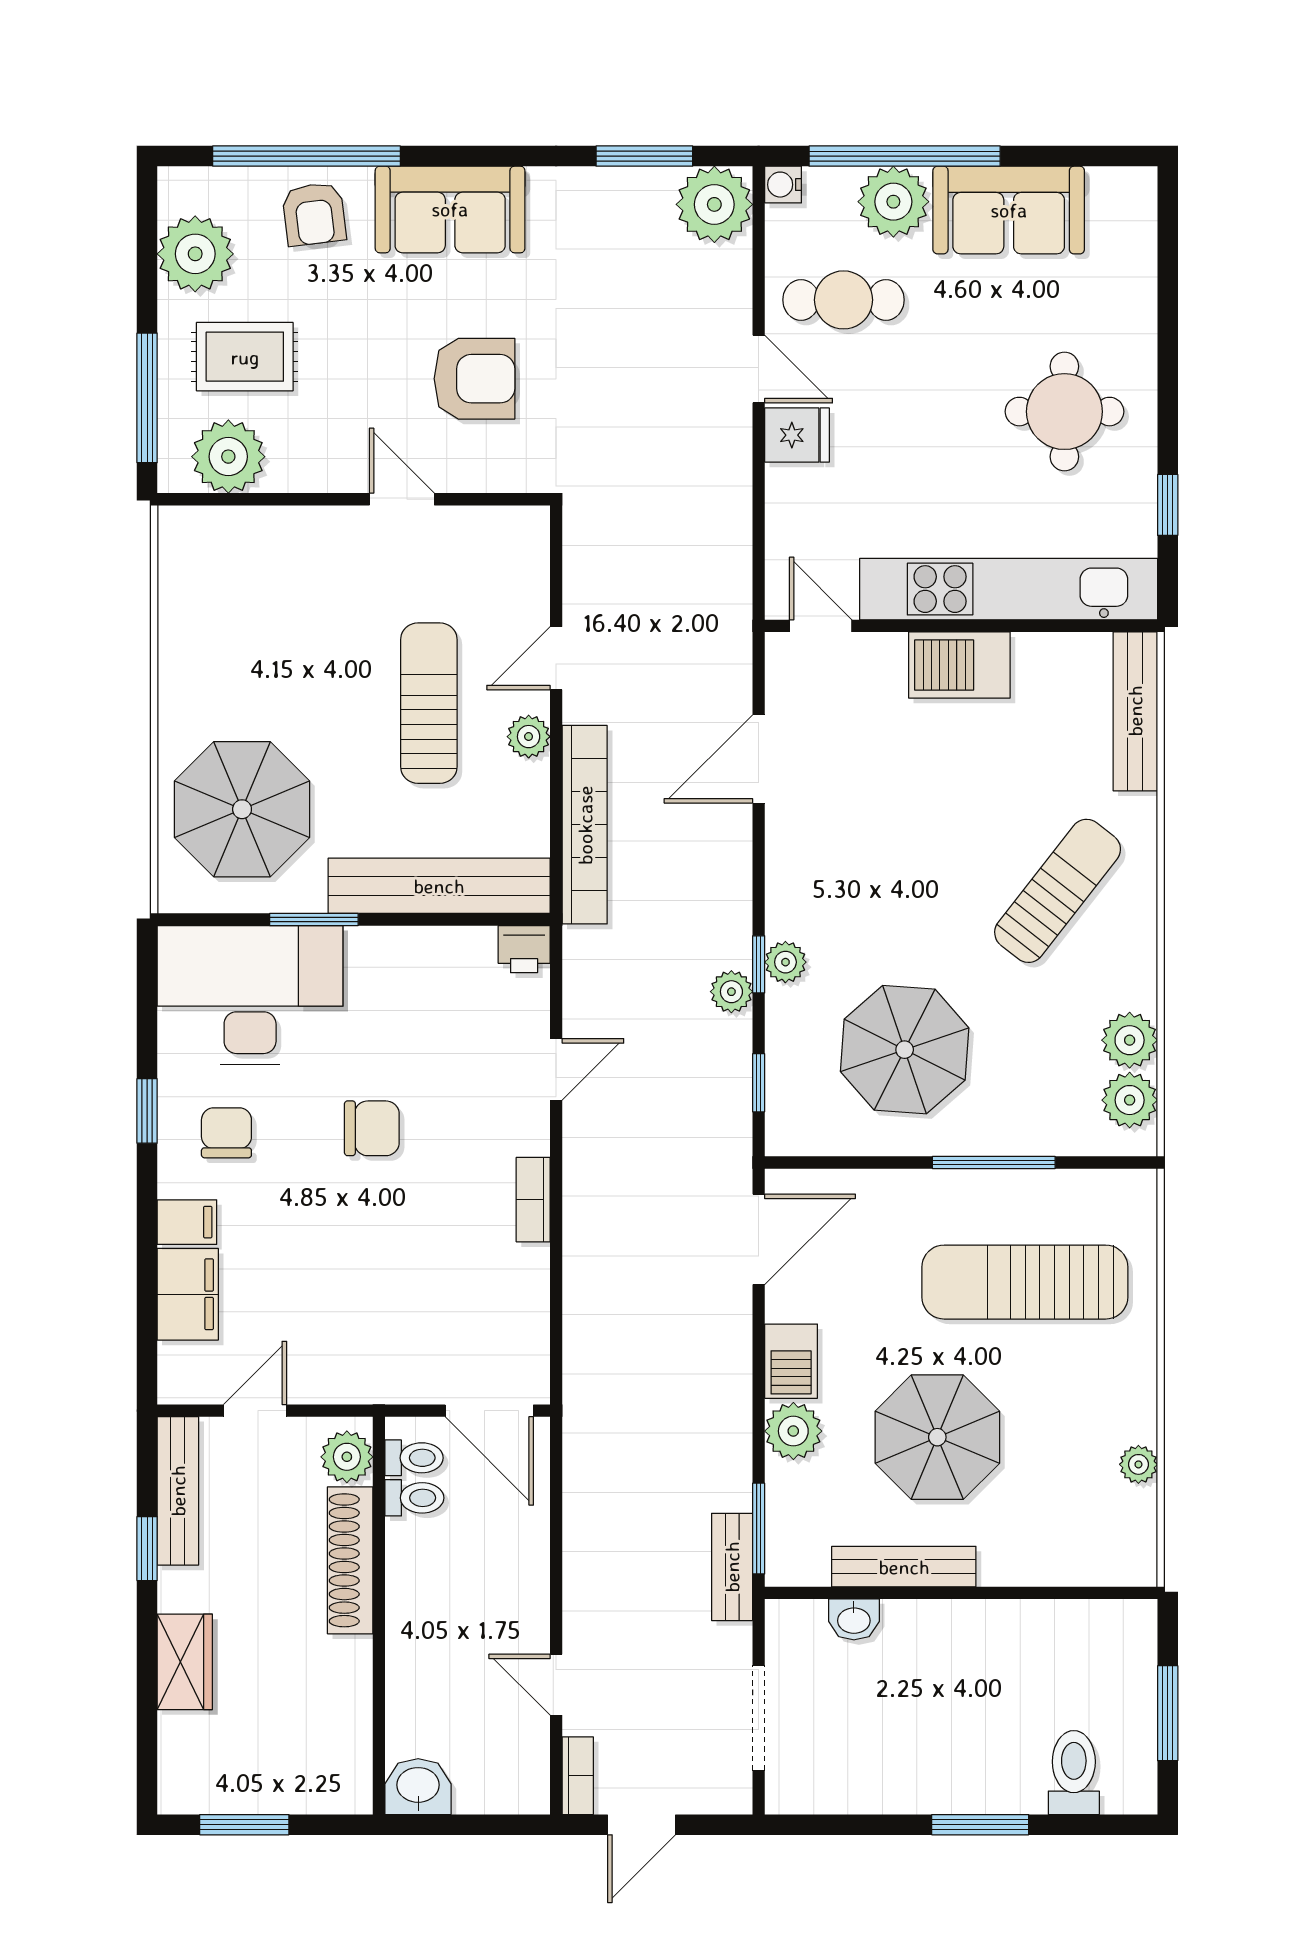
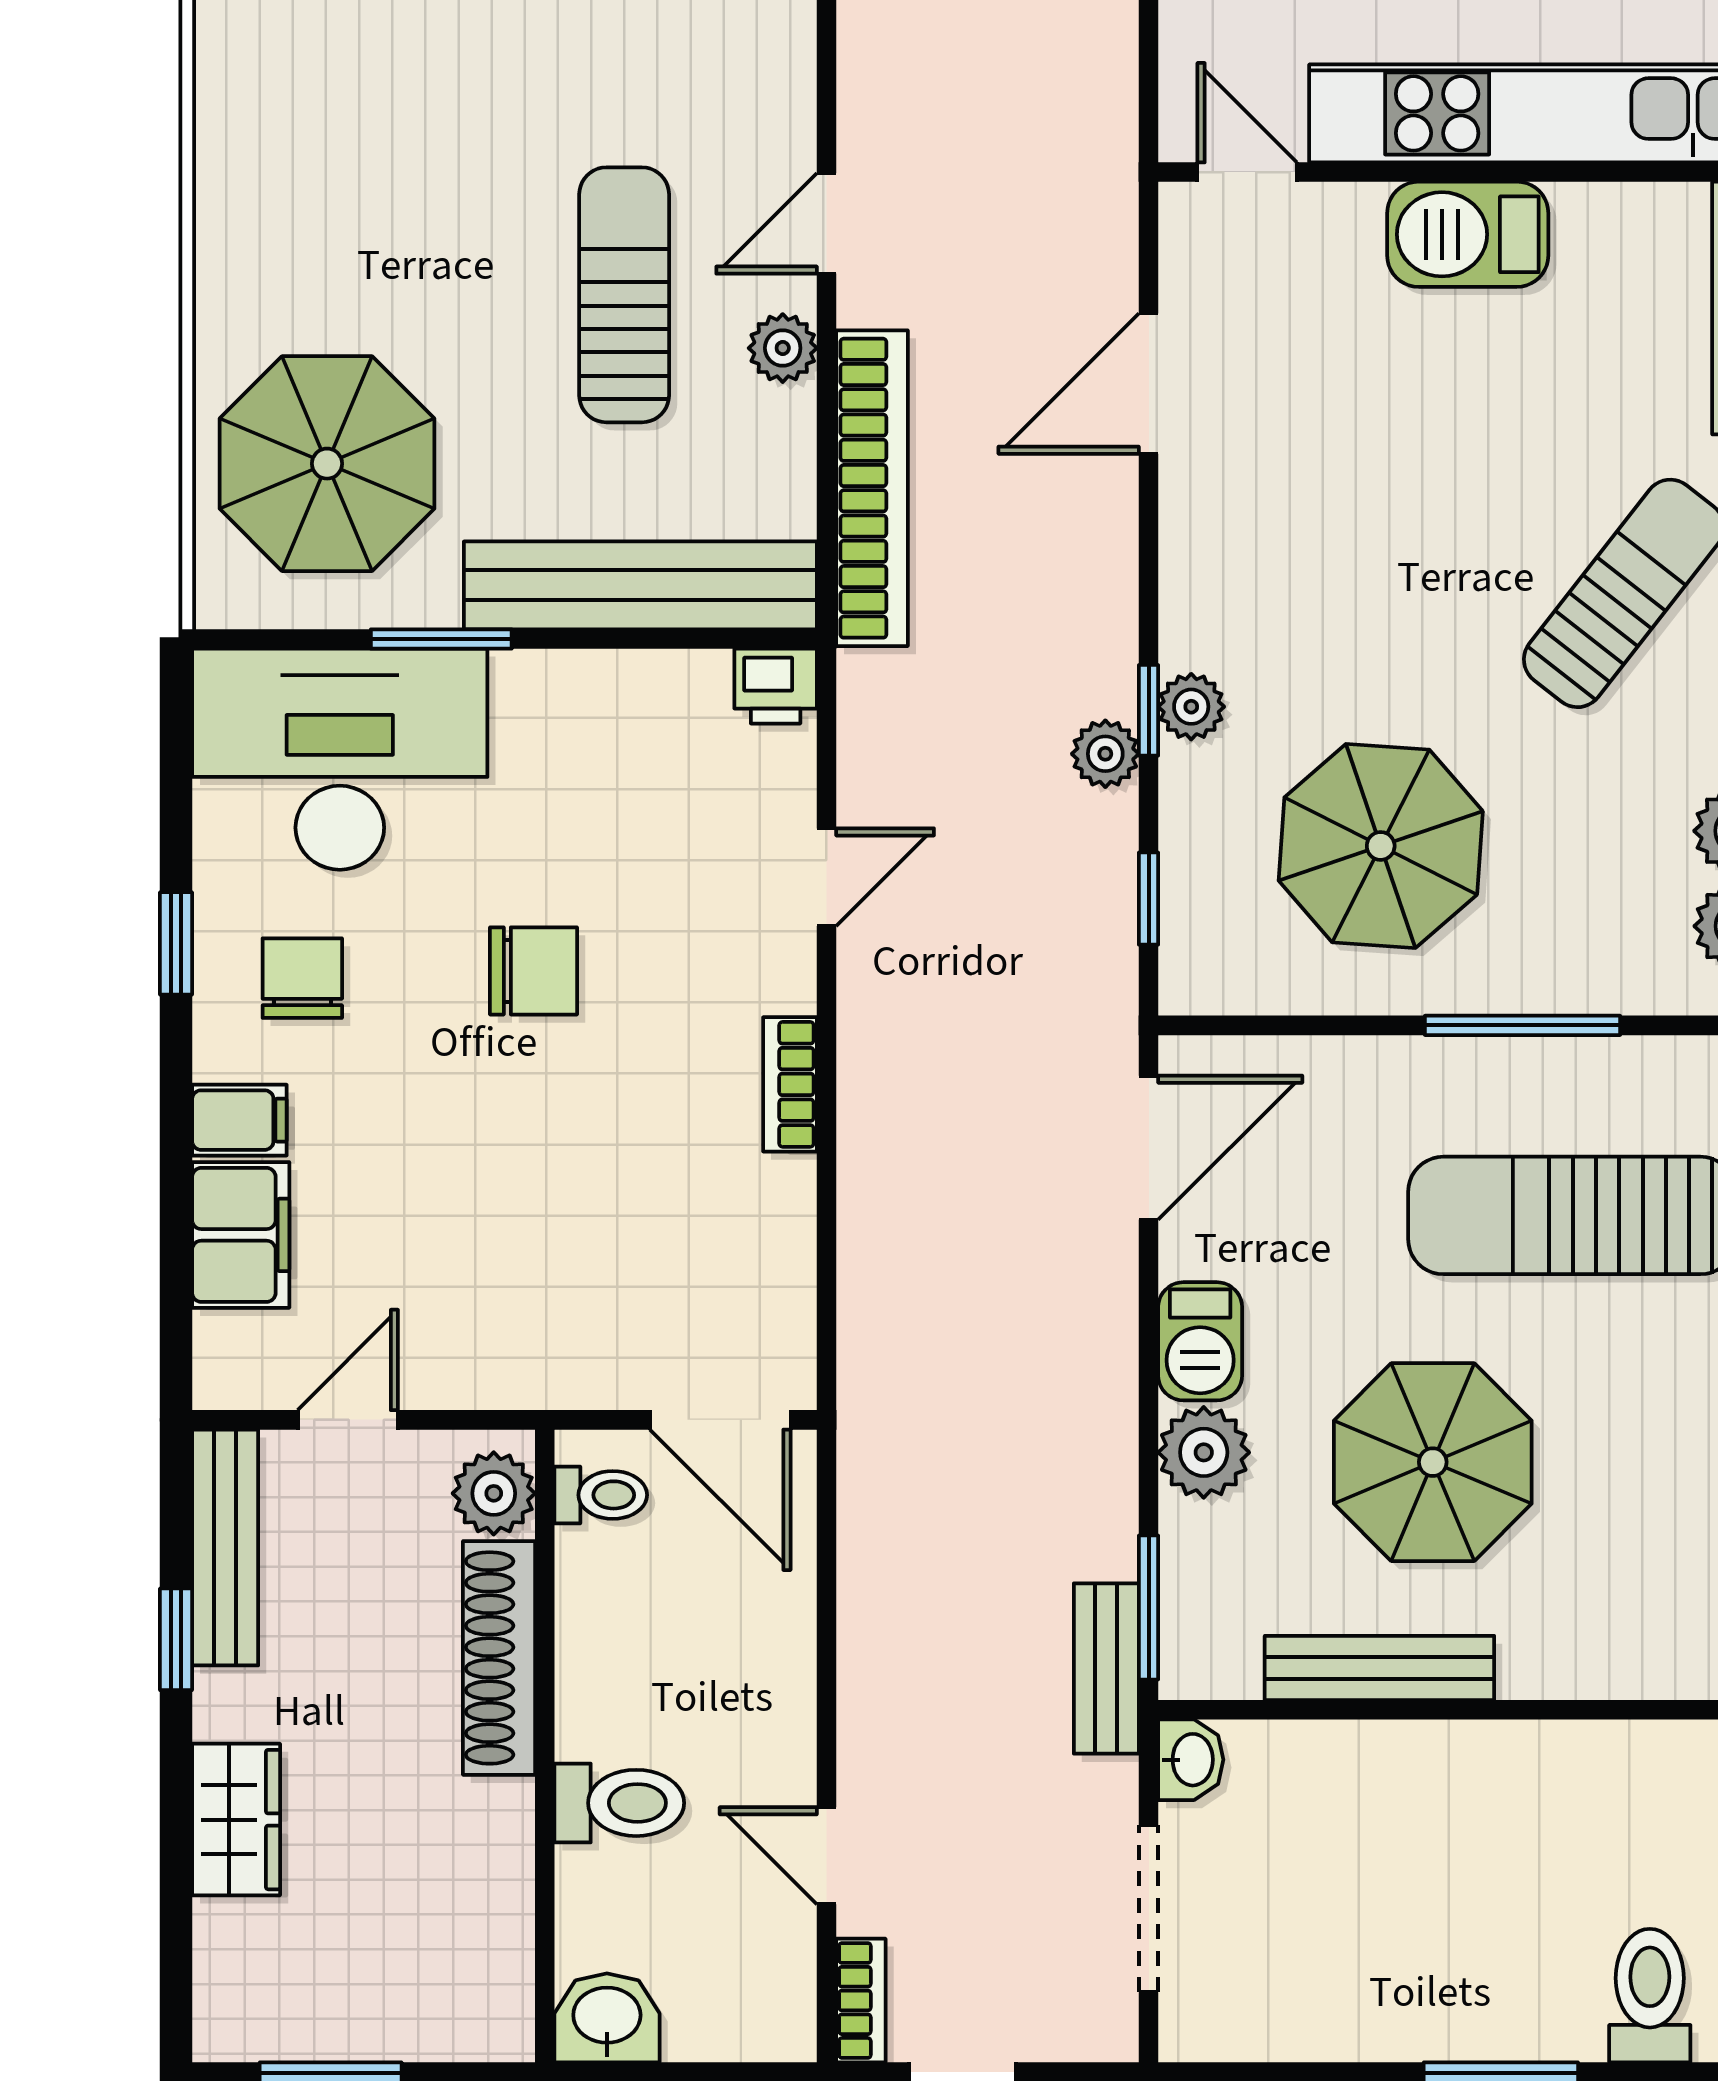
toilet: (414, 1498) -> (619, 1803), moved, width x1.37, depth x1.39
washbasin: (854, 1619) -> (1191, 1760), moved, turned -90

